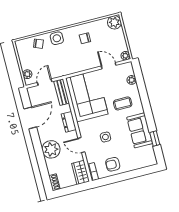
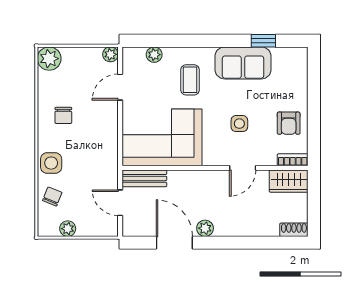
plant: (27, 74) -> (68, 229), moved
dresser: (69, 122) -> (198, 179), removed
plant: (51, 149) -> (205, 228), moved, width x0.53, depth x0.53

